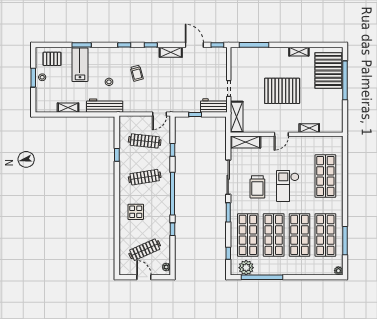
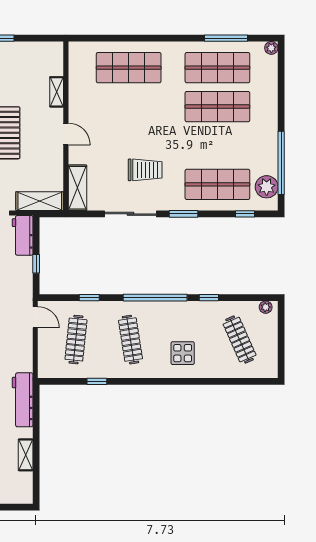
checkout: (288, 186) -> (144, 124), removed
shop shelf: (274, 235) -> (217, 145), removed
door: (144, 277) -> (281, 341), removed

